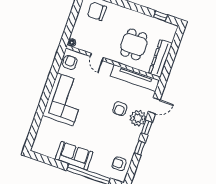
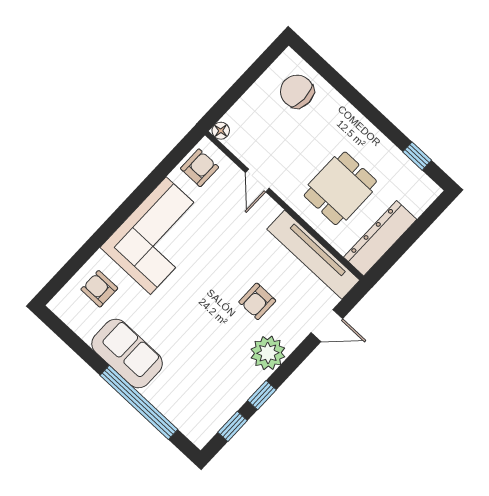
plant: (138, 118) -> (268, 353), moved
window: (147, 128) -> (233, 426), moved
armchair: (119, 164) -> (99, 289), moved

